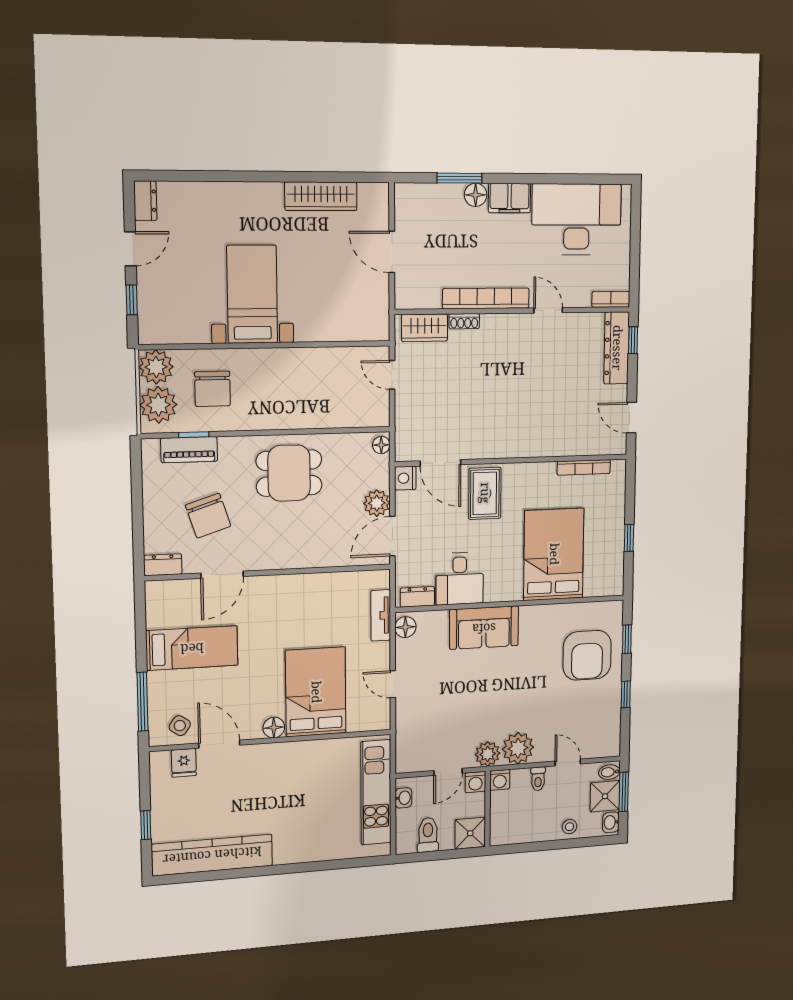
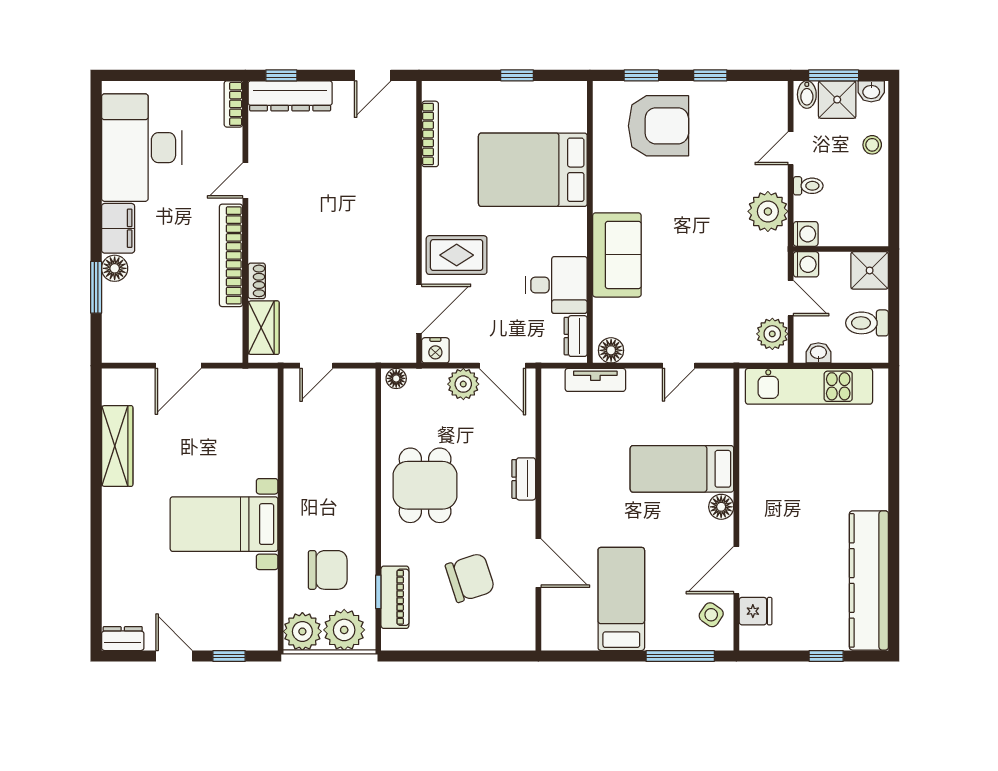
dresser: (163, 565) -> (524, 479), moved
bed: (316, 692) -> (682, 469), width x0.67
plant: (488, 754) -> (772, 334), moved

